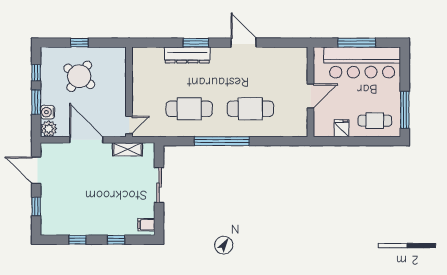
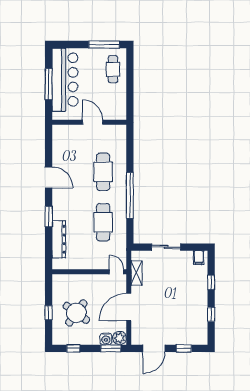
door: (244, 43) -> (49, 177), swing flipped
dresser: (187, 55) -> (59, 239), moved
window: (36, 102) -> (111, 348), moved
fridge: (342, 128) -> (119, 97), removed

